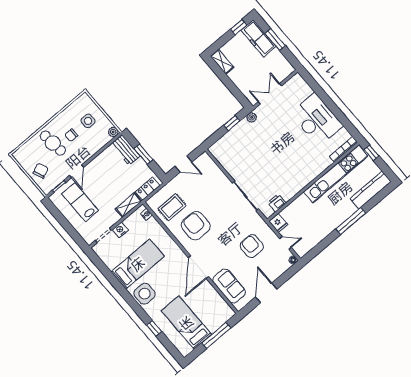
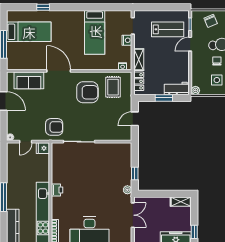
door: (77, 171) -> (190, 44), hinge flipped
printer: (277, 203) -> (57, 190), moved
armchair: (252, 246) -> (54, 127), moved
side table: (144, 294) -> (71, 20), removed

